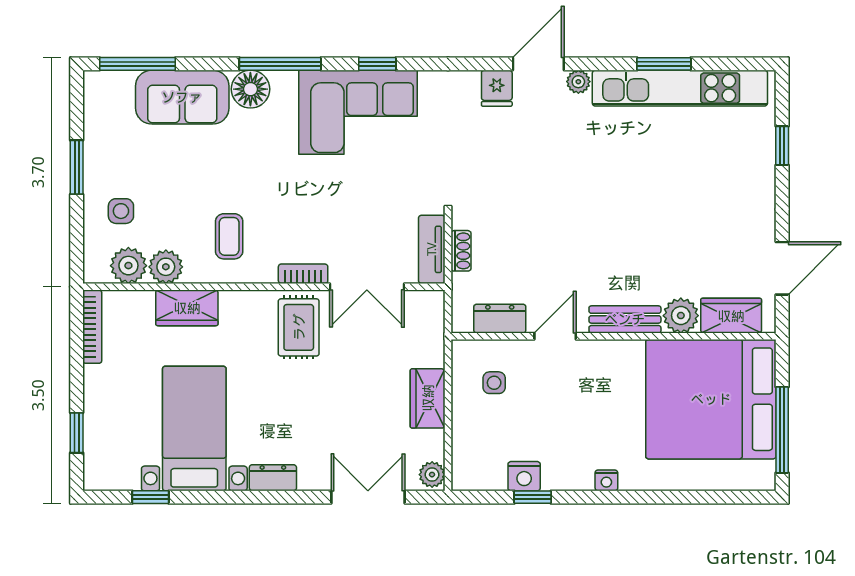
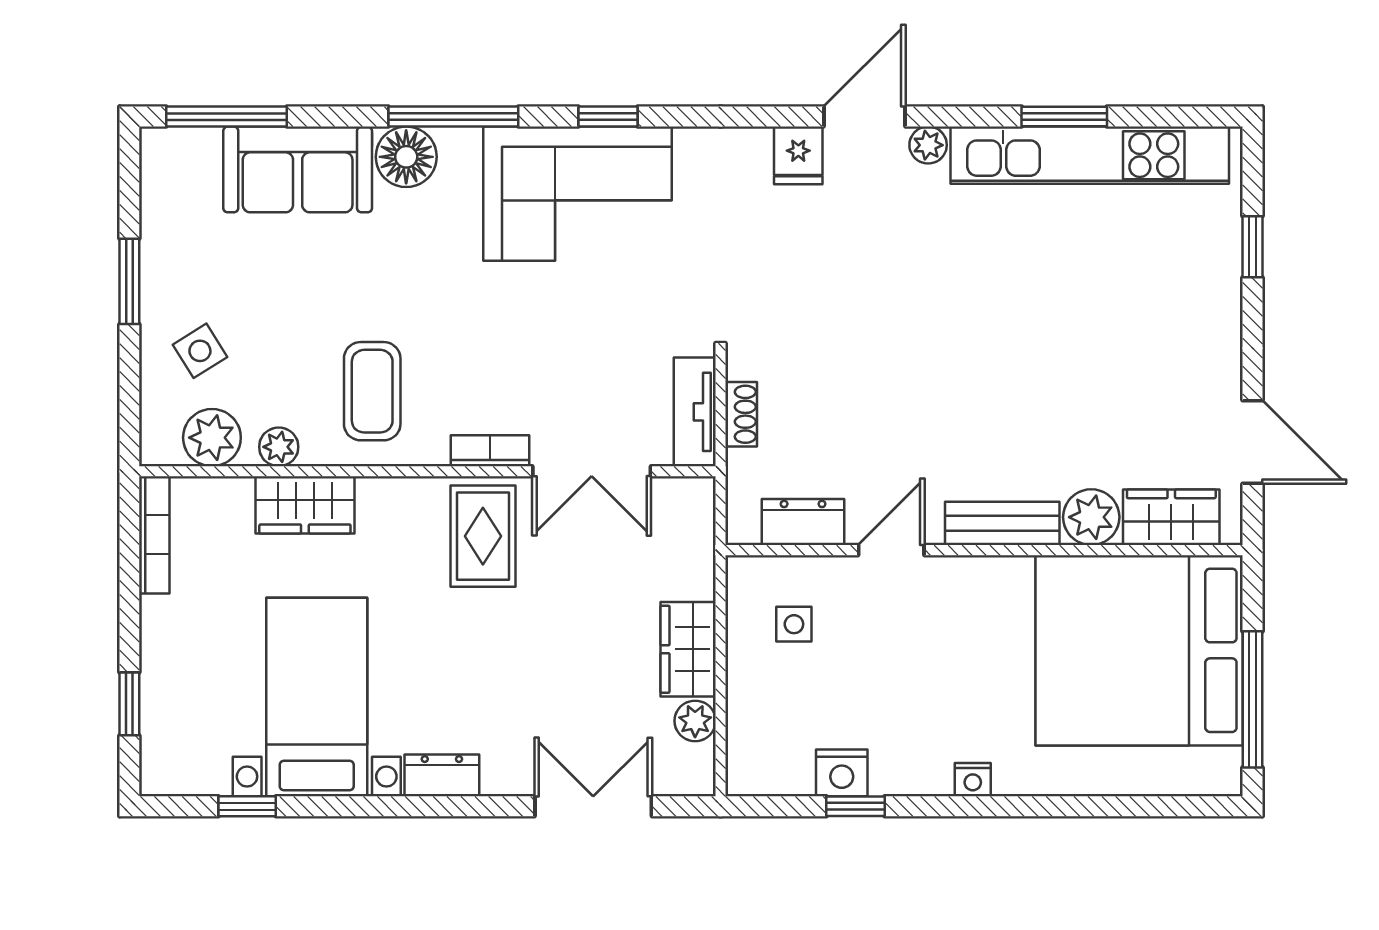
side table: (121, 211) -> (200, 351), turned -32
coffee table: (229, 236) -> (372, 391), width x1.36, depth x1.30
plant: (166, 267) -> (279, 447), width x0.73, depth x0.73
door: (782, 268) -> (1253, 442), hinge flipped
plant: (432, 475) -> (695, 721), moved

